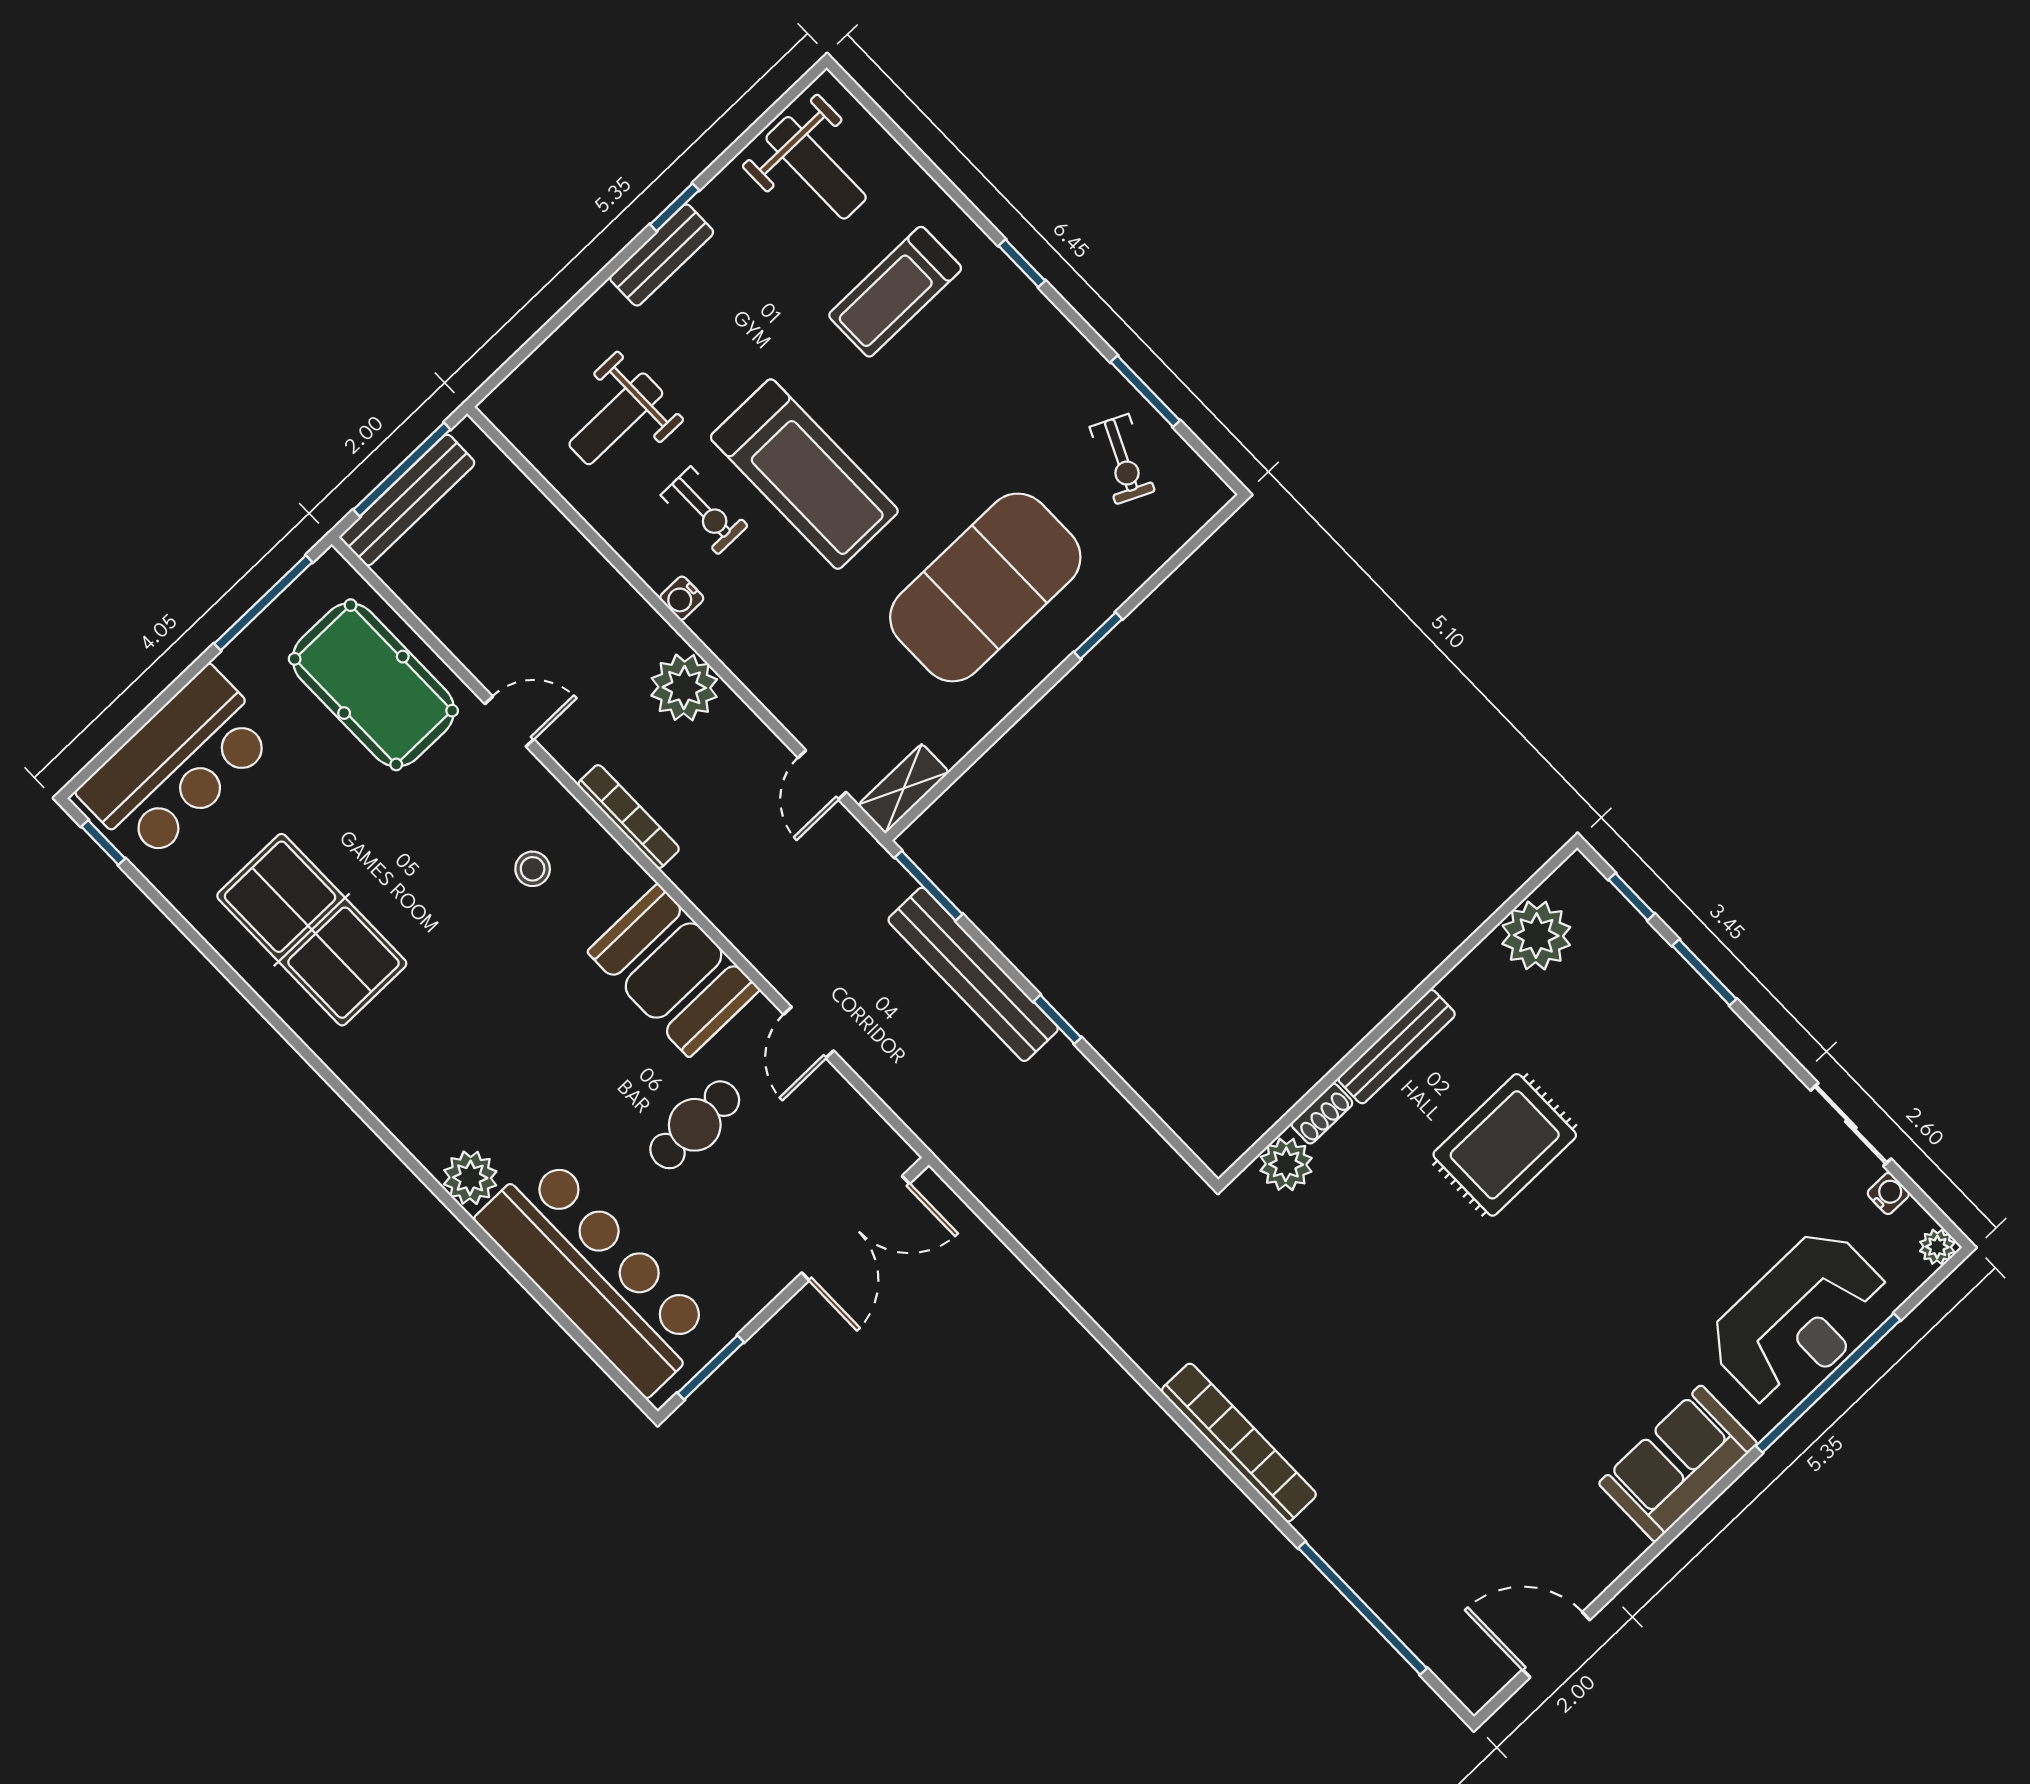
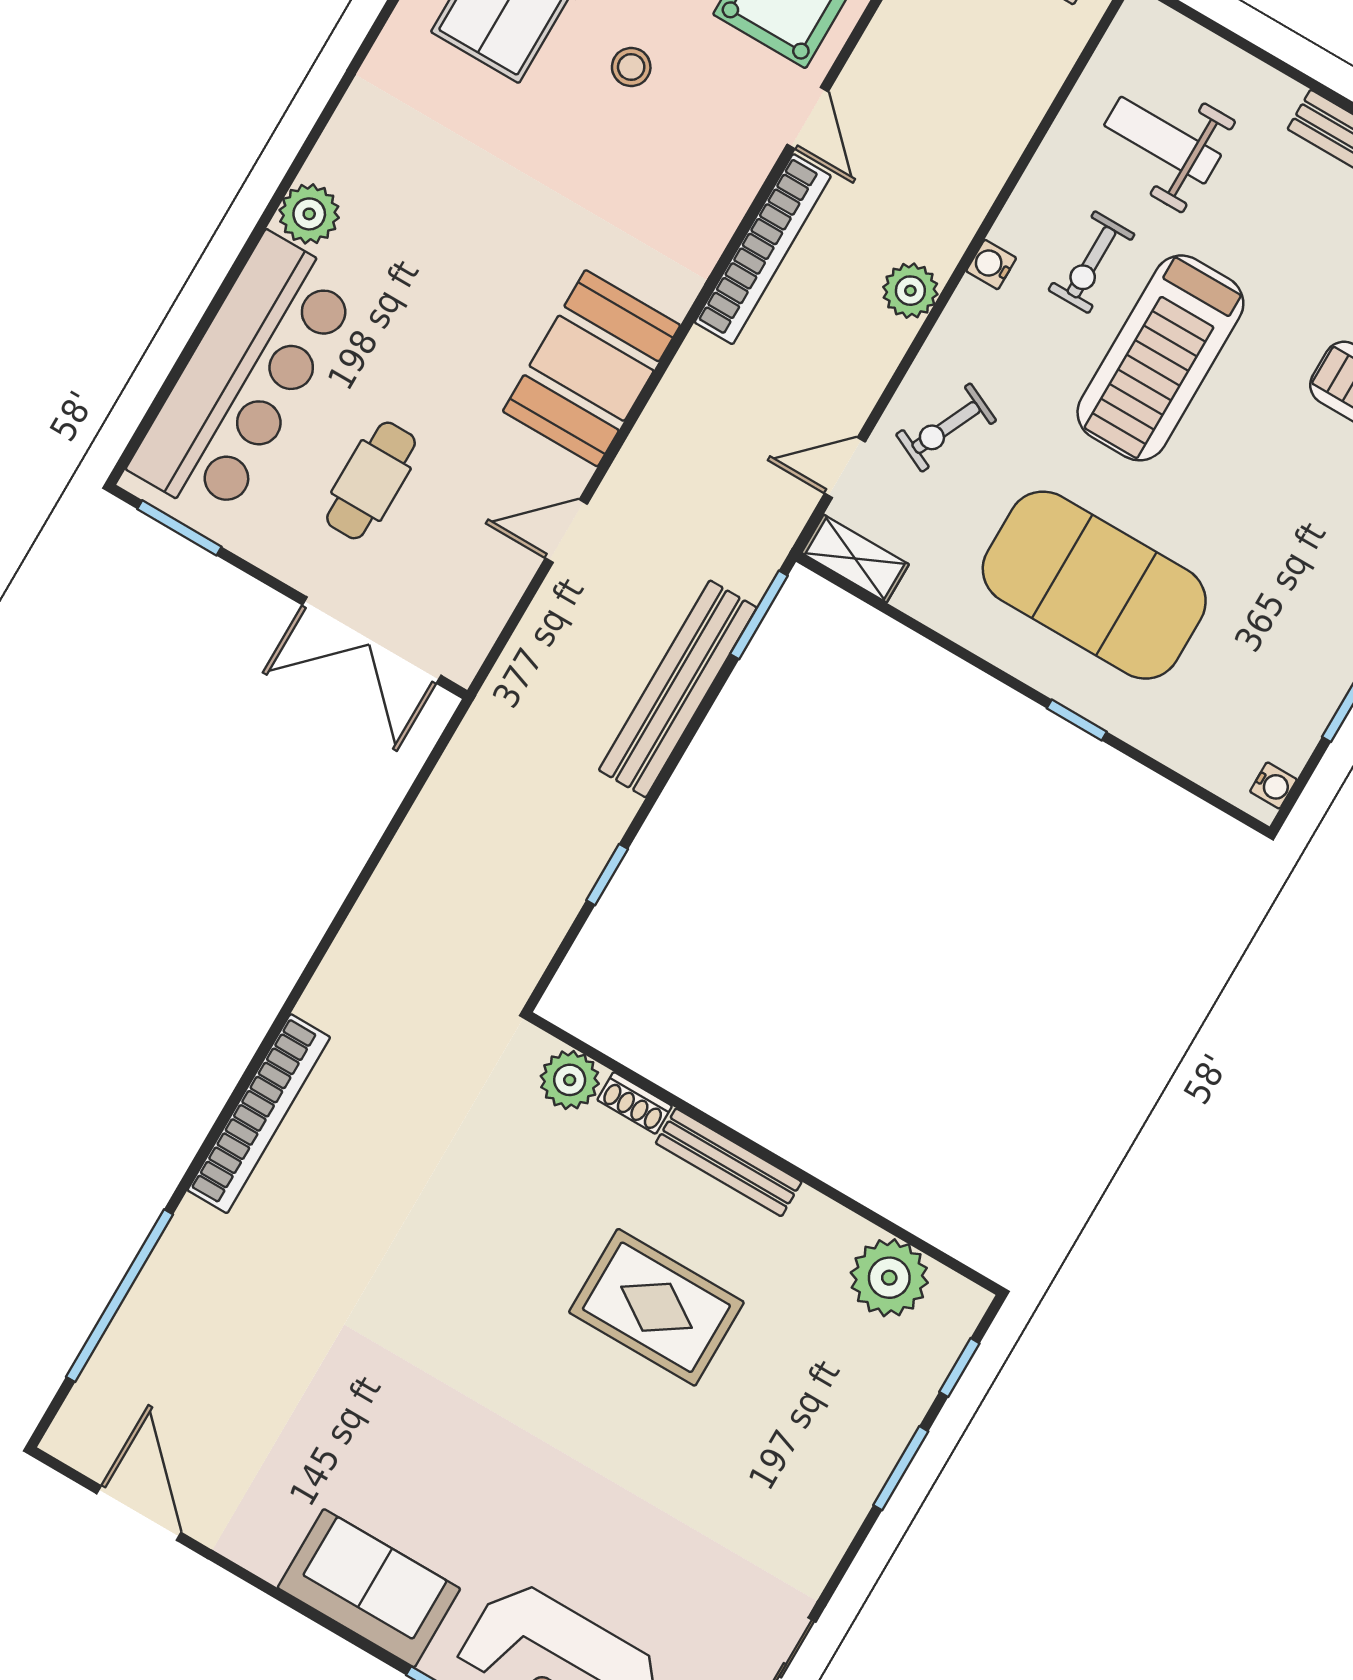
exercise bike: (1122, 459) -> (946, 428), moved
water cooler: (1203, 481) -> (1273, 785), added
plant: (684, 687) -> (910, 291), width x0.73, depth x0.73
bookcase: (629, 817) -> (763, 249), width x1.48, depth x1.31
stool: (533, 869) -> (631, 67), moved
window: (1057, 1019) -> (607, 875), moved
cafe table: (695, 1125) -> (371, 480), moved, turned 90

